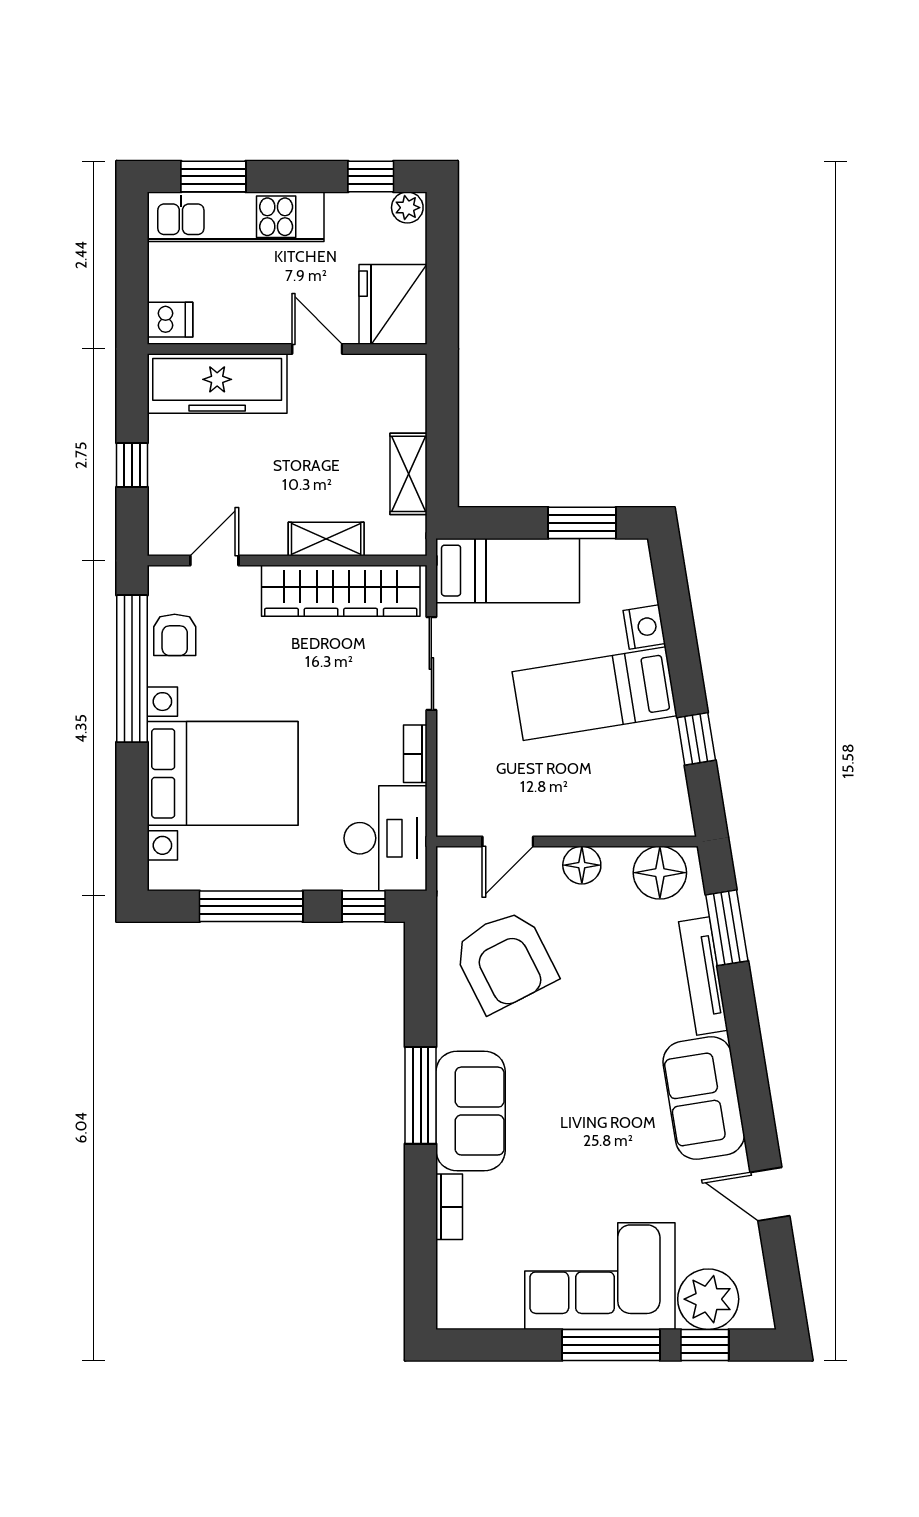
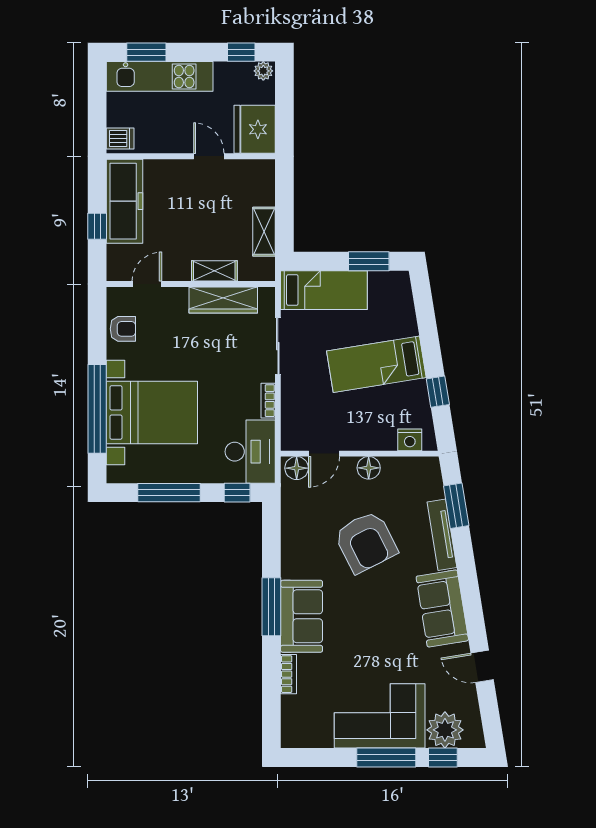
freezer: (217, 383) -> (124, 201), moved, turned -90
wardrobe: (341, 591) -> (223, 300), width x0.71, depth x0.85
nightstand: (644, 627) -> (410, 440), moved, turned 99
armchair: (175, 635) -> (123, 329), turned -90
window: (132, 669) -> (97, 409), moved
floor lamp: (660, 873) -> (297, 468), moved, width x0.73, depth x0.73
armchair: (505, 961) -> (366, 542), moved

